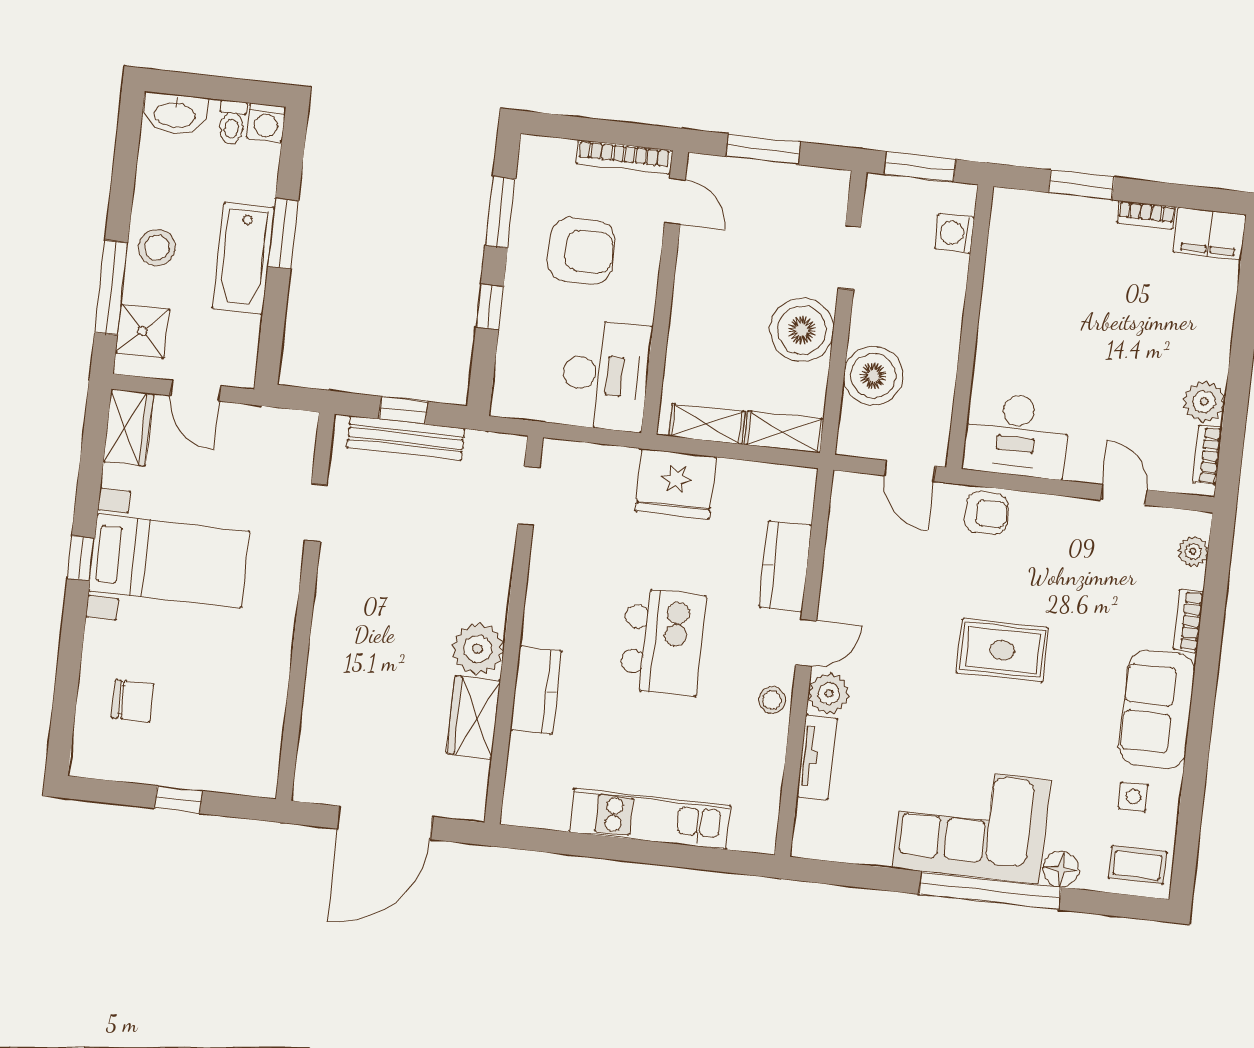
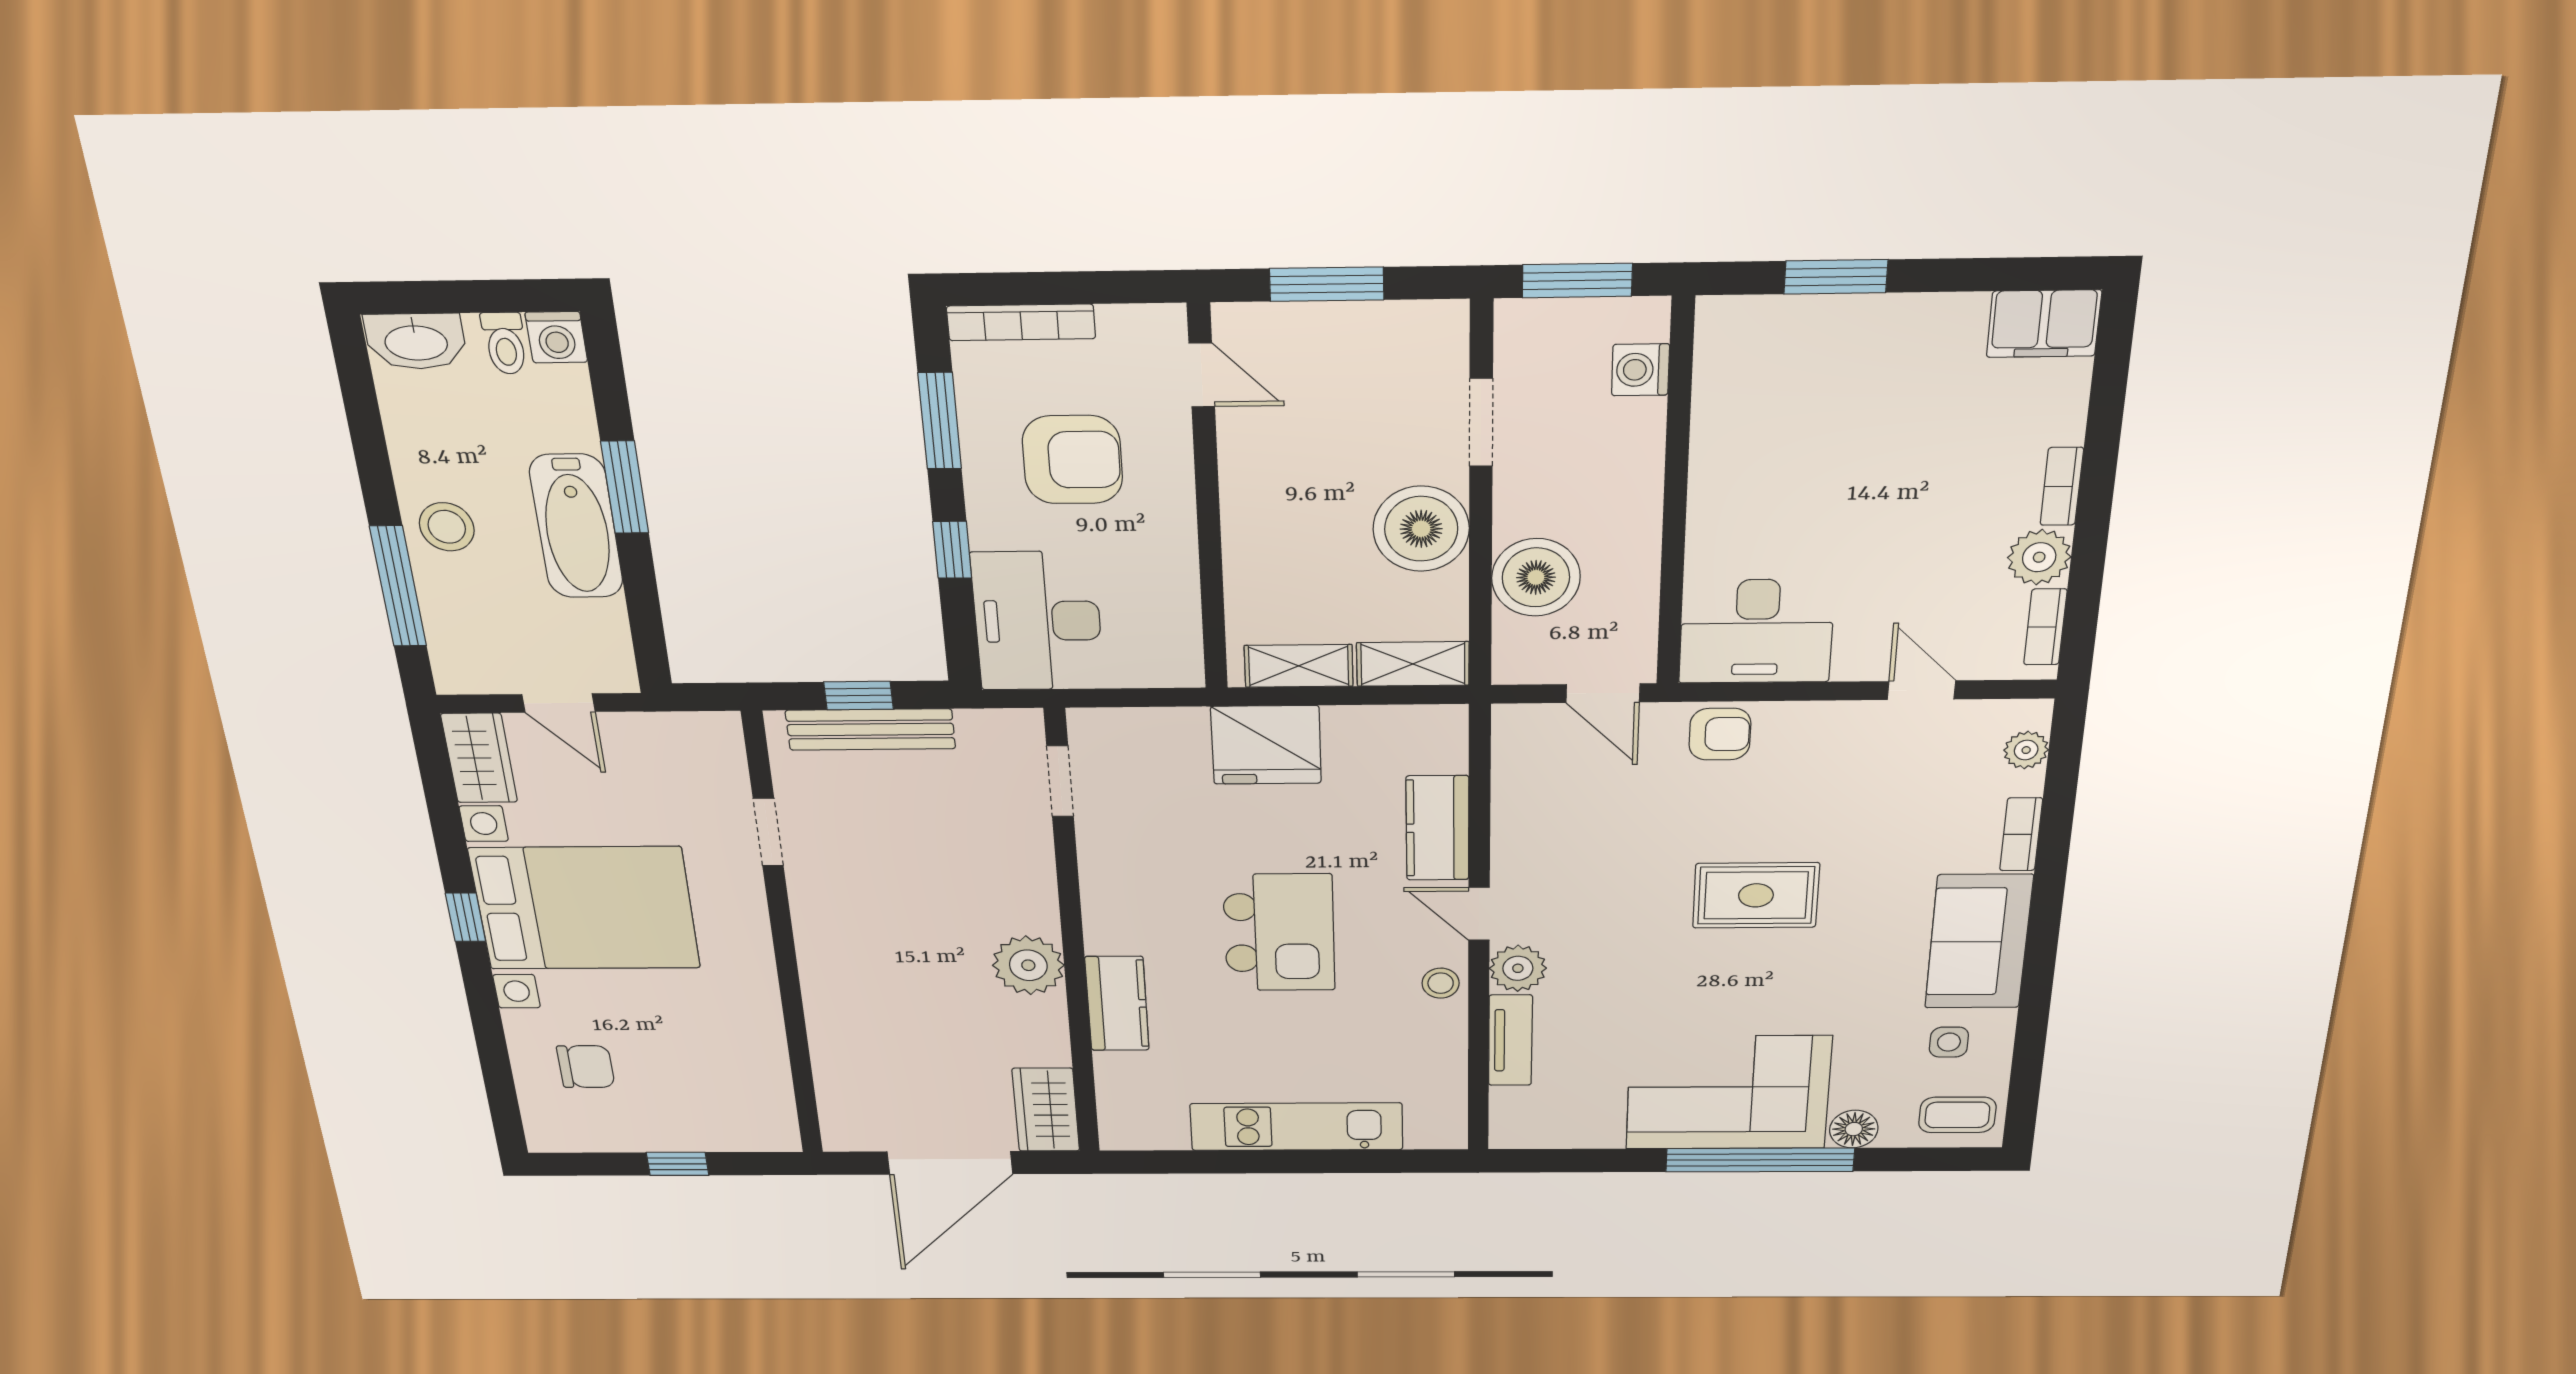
bookcase: (624, 157) -> (1021, 322), moved
bookcase: (1146, 215) -> (2062, 486), moved, turned 90
shower: (142, 331) -> (461, 637), removed
desk: (605, 375) -> (1038, 621), moved, turned 180
bed with nightstands: (169, 561) -> (585, 908), width x1.36
door: (806, 643) -> (1479, 914), swing flipped
wardrobe: (474, 717) -> (1046, 1110), moved

